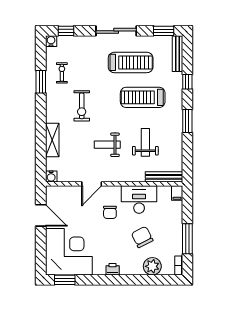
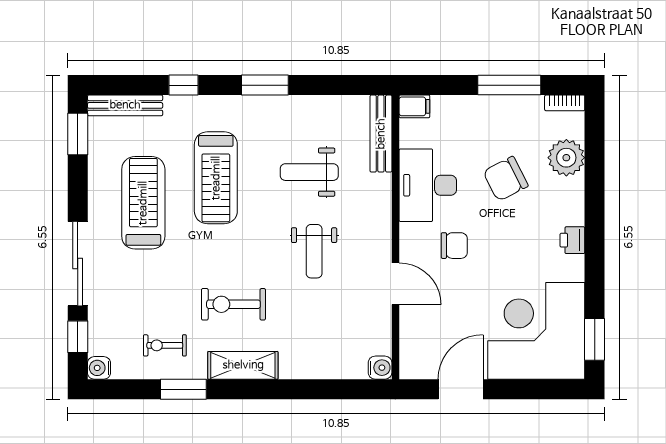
sliding door: (116, 31) -> (78, 264), moved
exercise bike: (82, 106) -> (233, 304), turned 180
shelving: (52, 140) -> (243, 365), moved

